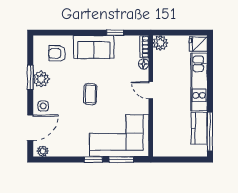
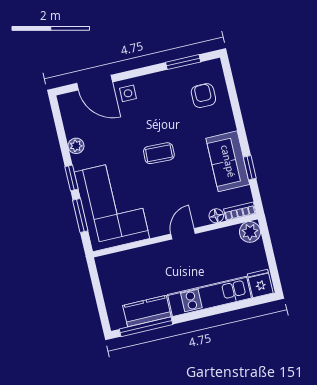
sofa: (94, 47) -> (228, 161), moved
window: (30, 78) -> (183, 62), moved
plant: (41, 79) -> (164, 82), removed
plant: (43, 151) -> (76, 146), moved

